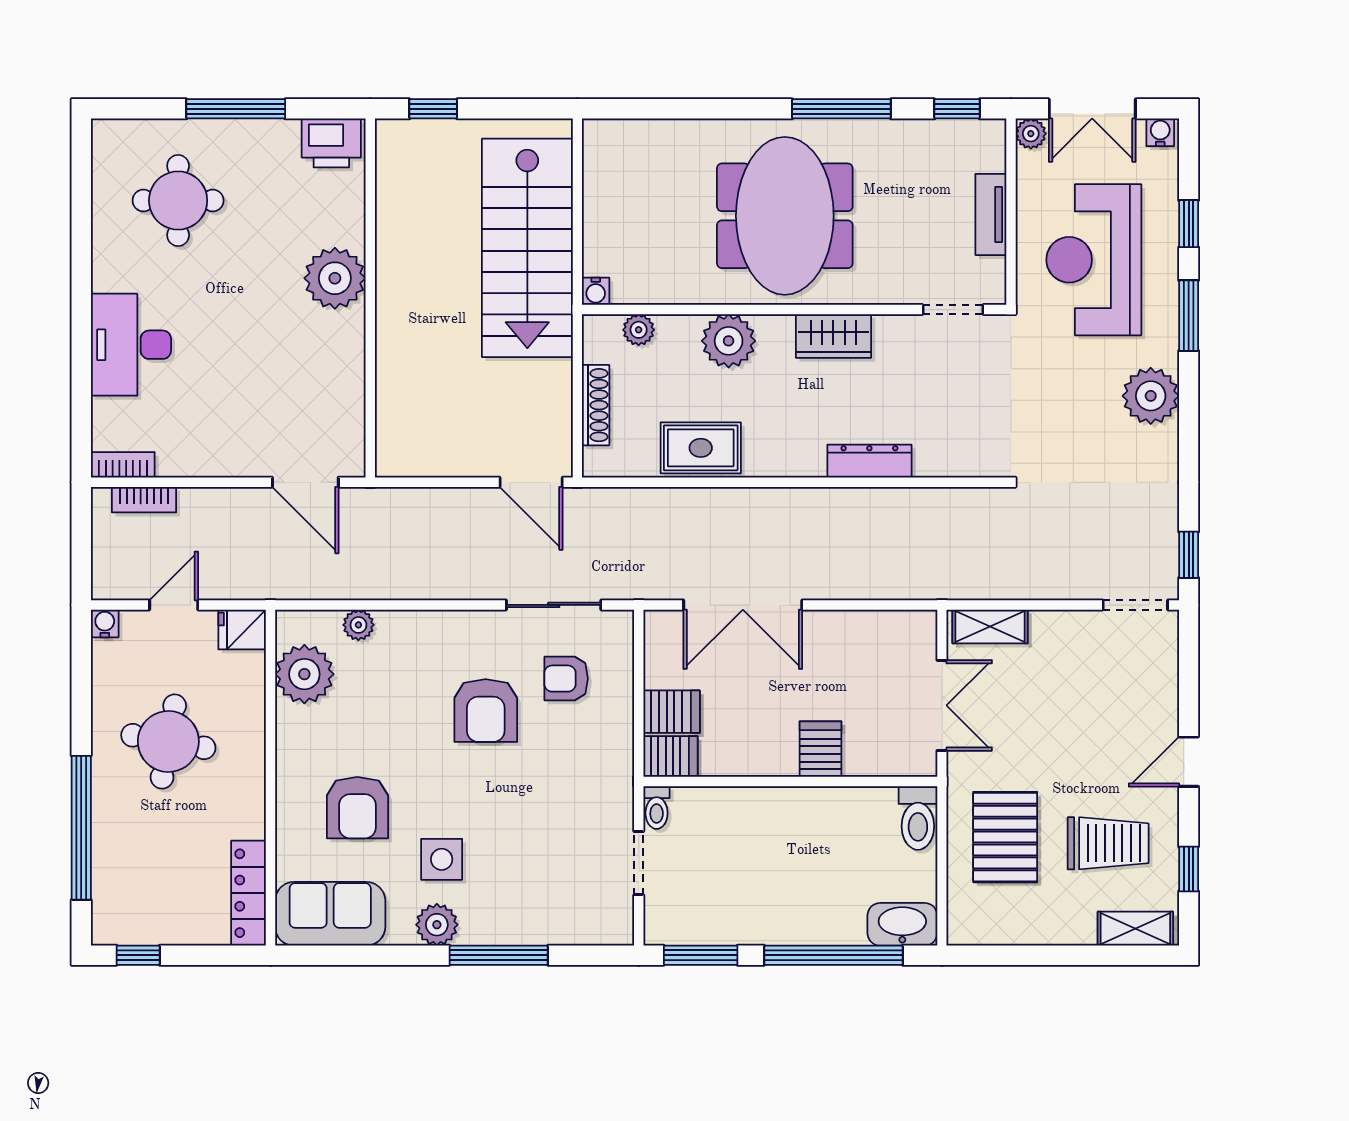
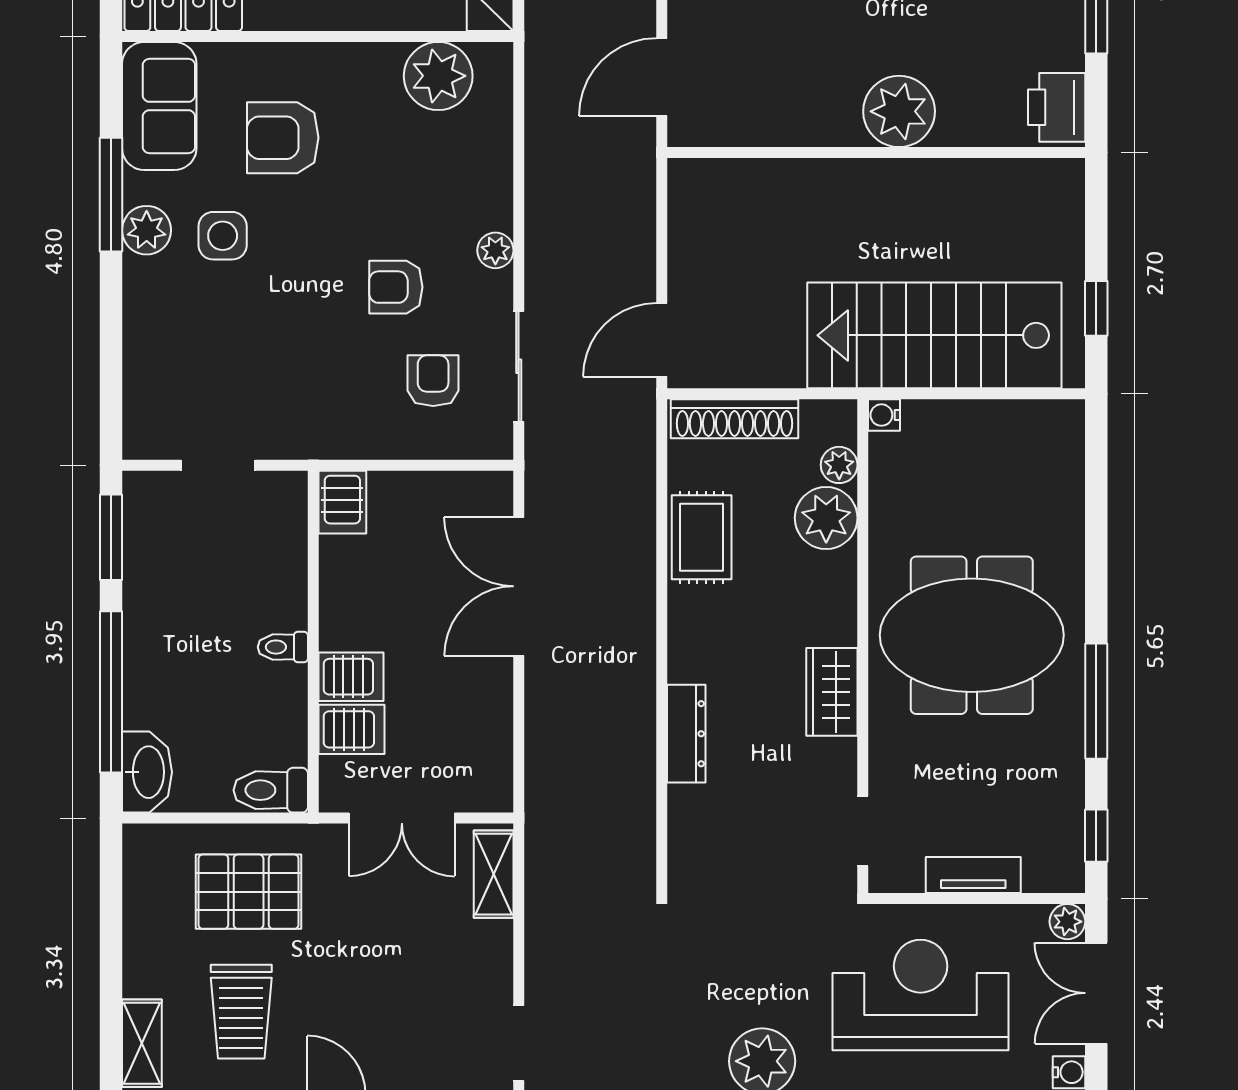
window: (433, 109) -> (1096, 308), moved
plant: (729, 341) -> (826, 518), moved
shoe rack: (596, 405) -> (734, 419), width x1.36, depth x1.24
plant: (358, 625) -> (495, 250), moved
armchair: (486, 711) -> (396, 287), width x0.72, depth x0.72
server rack: (672, 712) -> (351, 729), moved, turned -90
toilet: (657, 808) -> (283, 647), moved
window: (499, 955) -> (111, 195), moved

